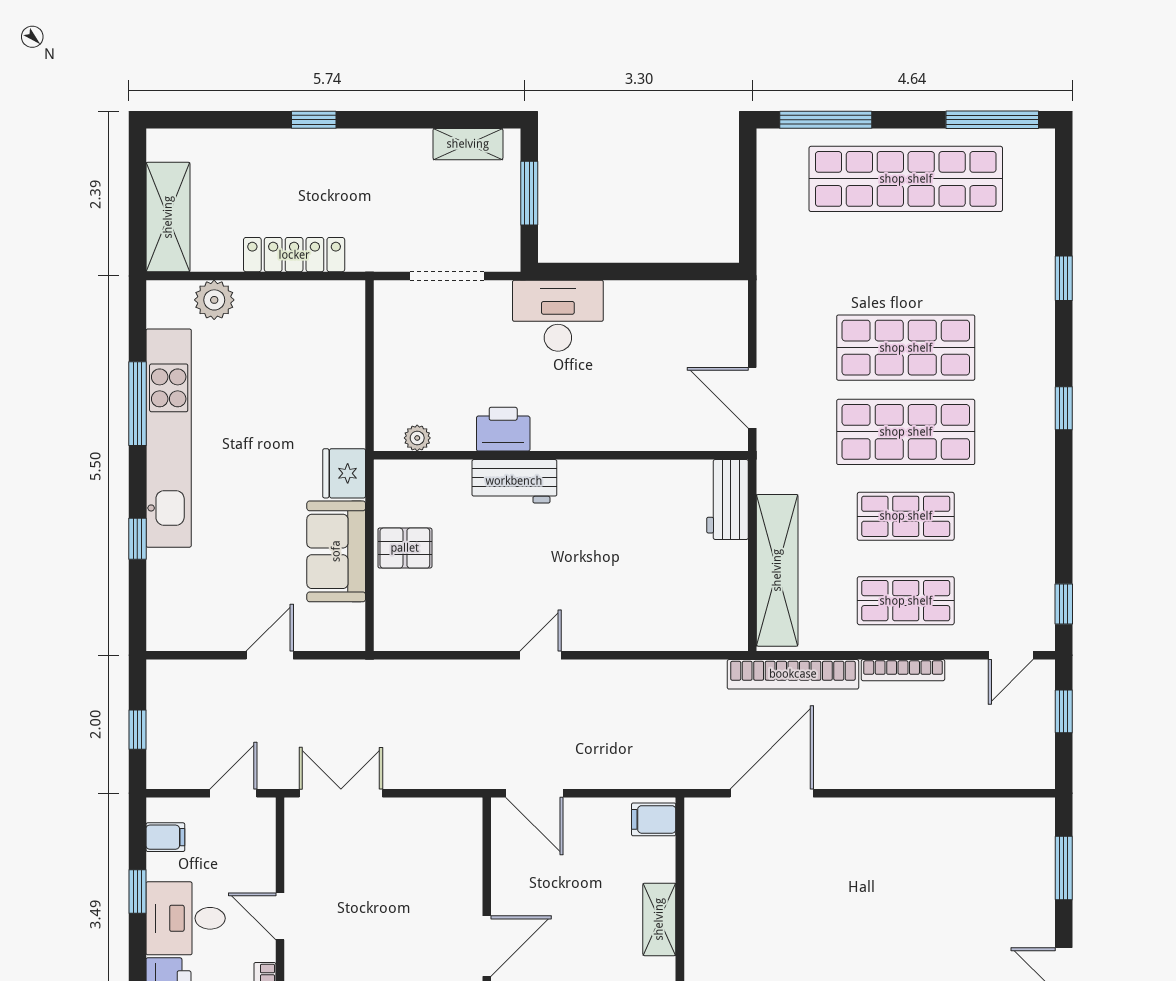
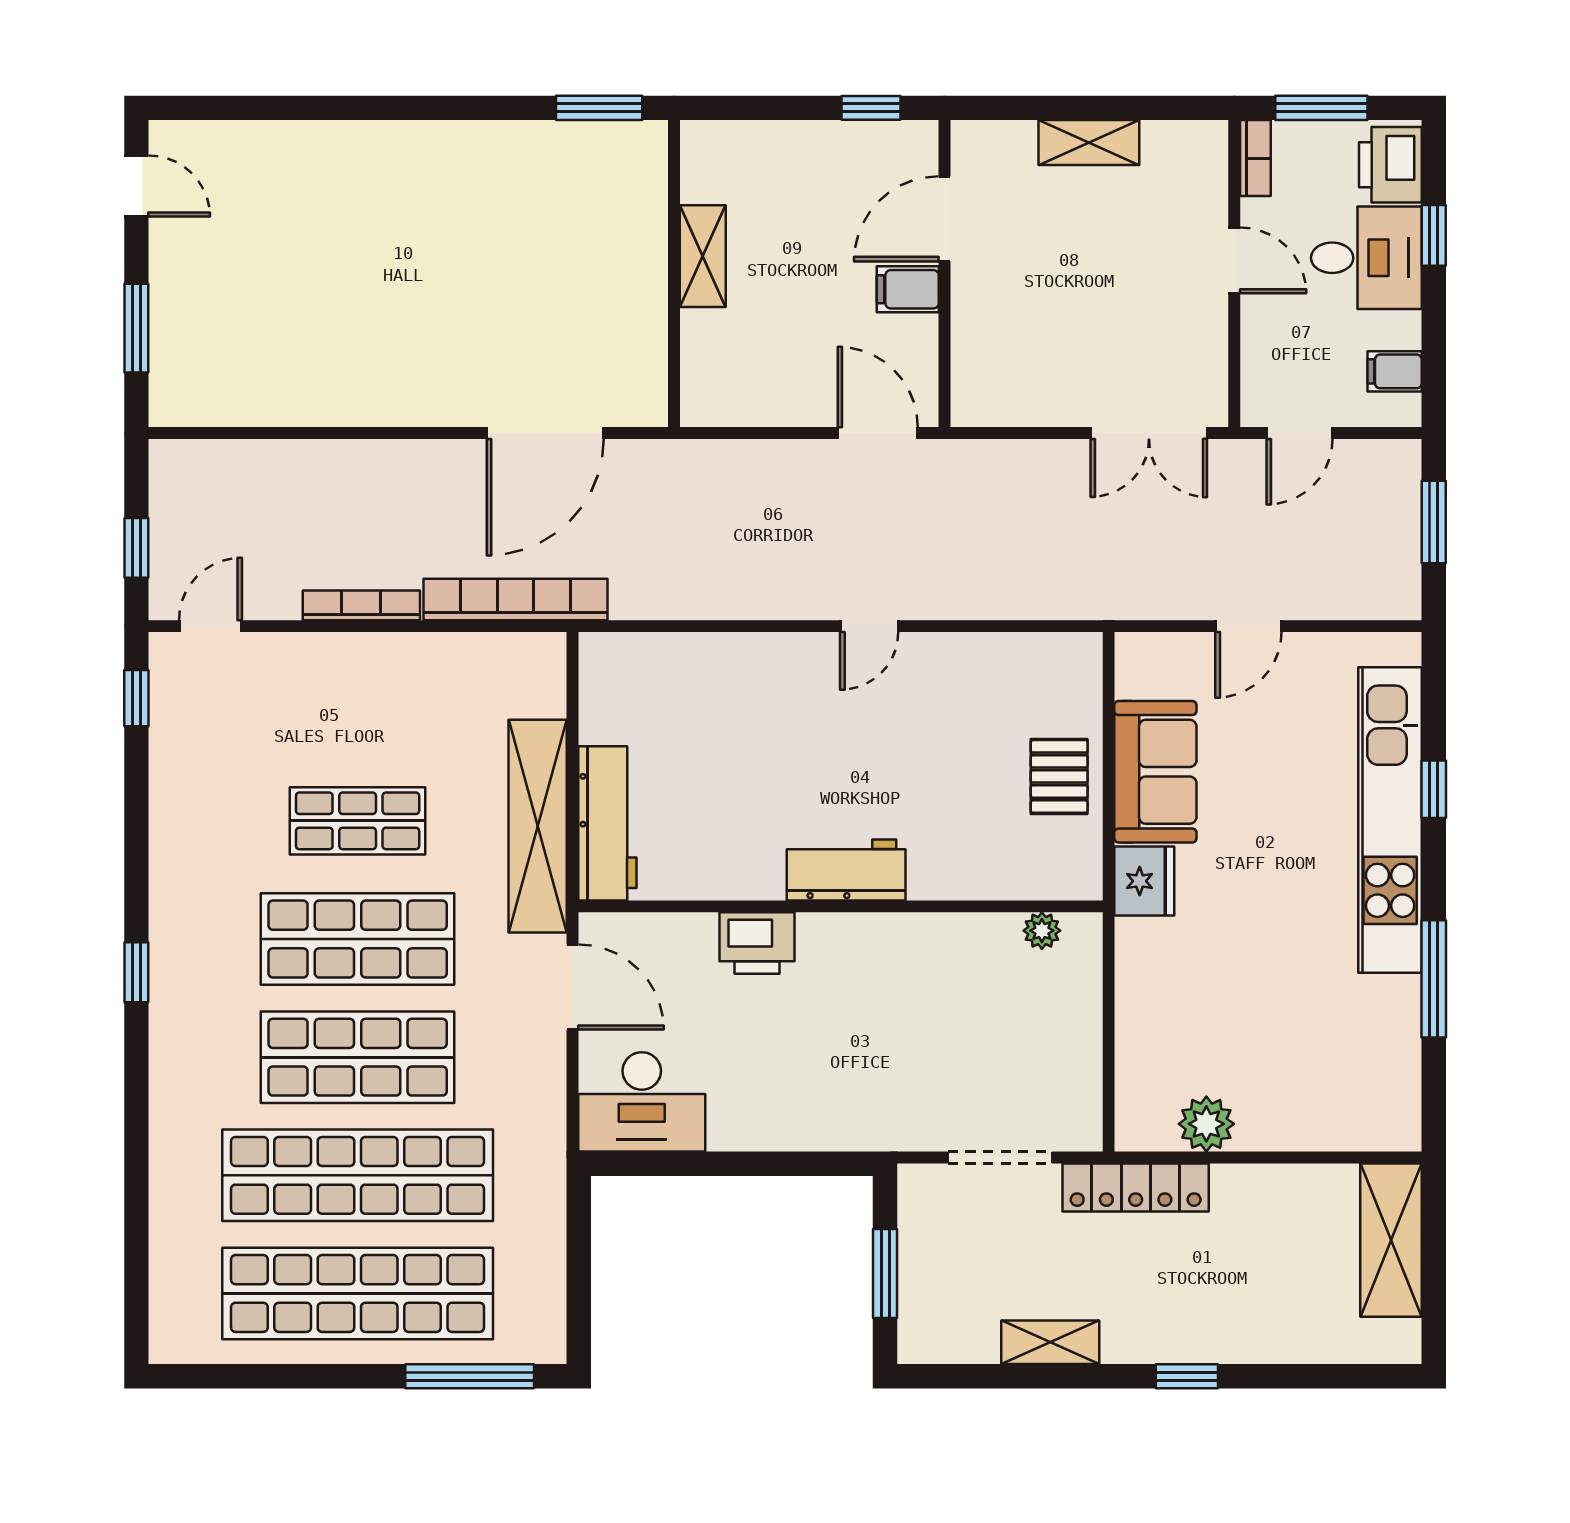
window: (992, 120) -> (236, 1376), removed
shelving: (468, 144) -> (1050, 1342), moved
locker: (294, 255) -> (1136, 1187), moved
window: (1064, 278) -> (136, 1154), removed
plant: (214, 300) -> (1206, 1124), moved
desk: (558, 316) -> (642, 1102), moved
printer: (503, 429) -> (757, 943), moved
kitchen unit: (169, 438) -> (1390, 820), moved
workbench: (514, 481) -> (846, 870), moved
workbench: (727, 499) -> (607, 823), width x1.38
pallet: (405, 548) -> (1059, 776), turned 90
shelving: (777, 570) -> (538, 826), moved
shop shelf: (906, 601) -> (358, 1175), moved, width x2.00, depth x1.36
window: (137, 730) -> (1434, 522), width x1.50
filing cabinet: (654, 819) -> (908, 289), moved, turned 180
window: (137, 892) -> (1434, 235), moved

